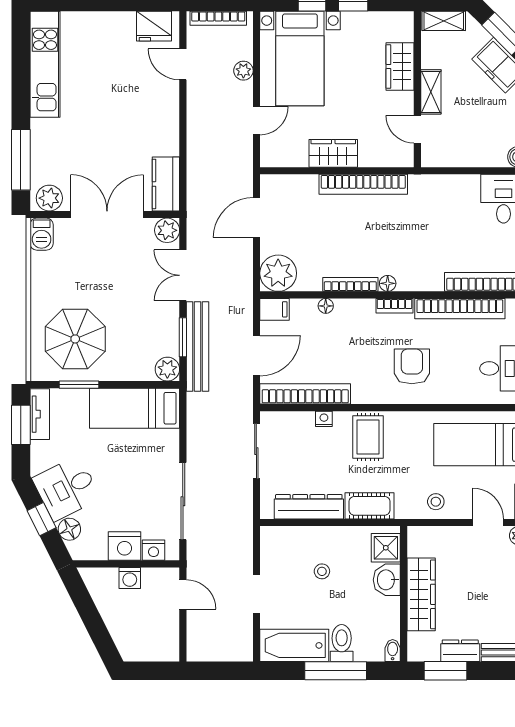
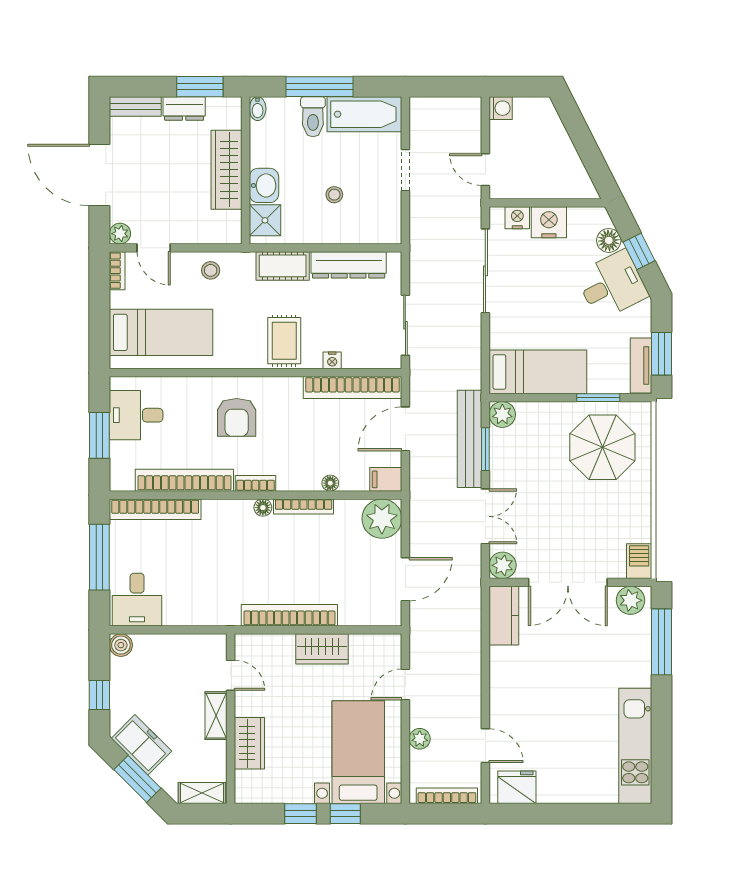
washing machine: (130, 578) -> (501, 108), moved, turned 90

